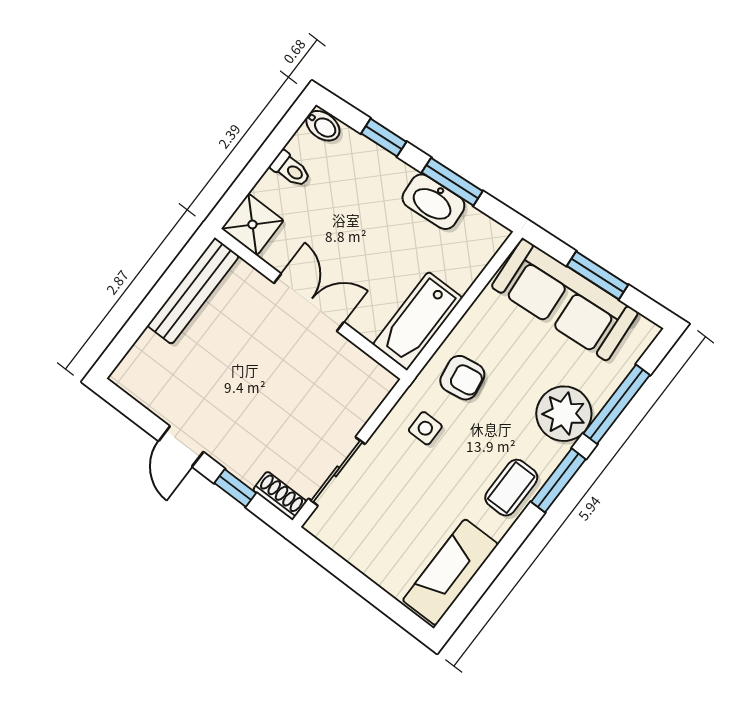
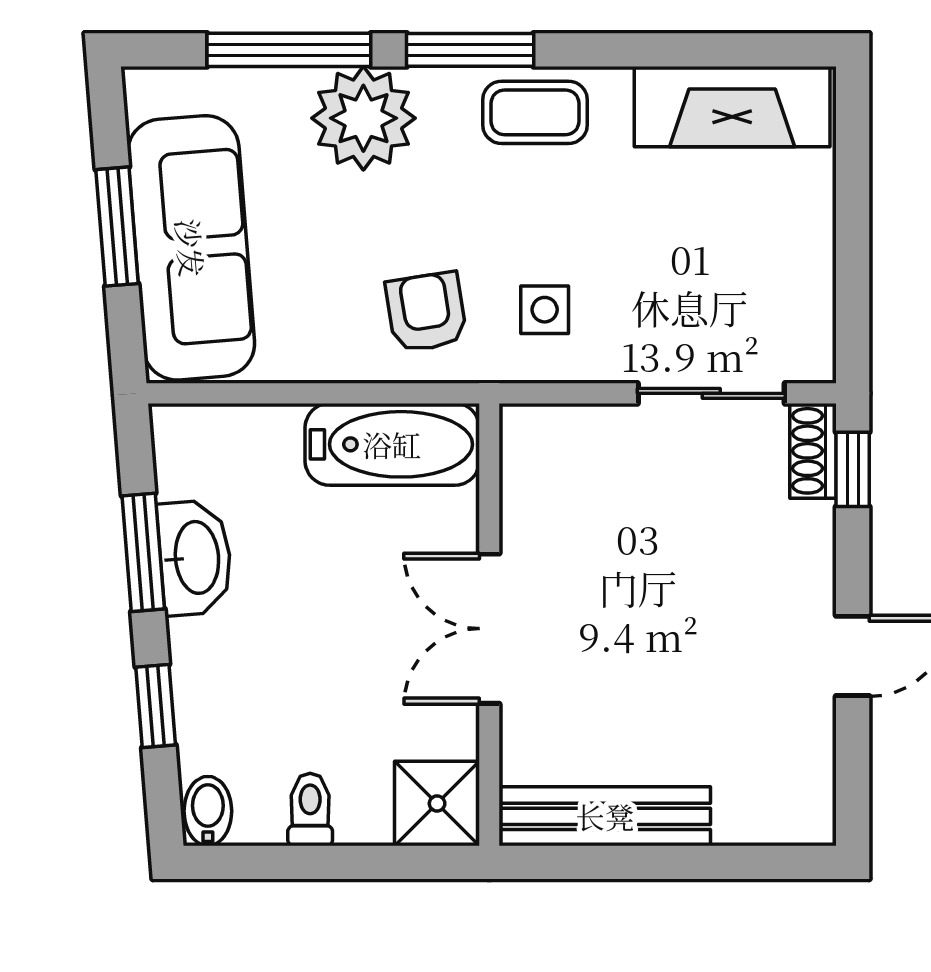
window: (235, 488) -> (853, 469), moved

